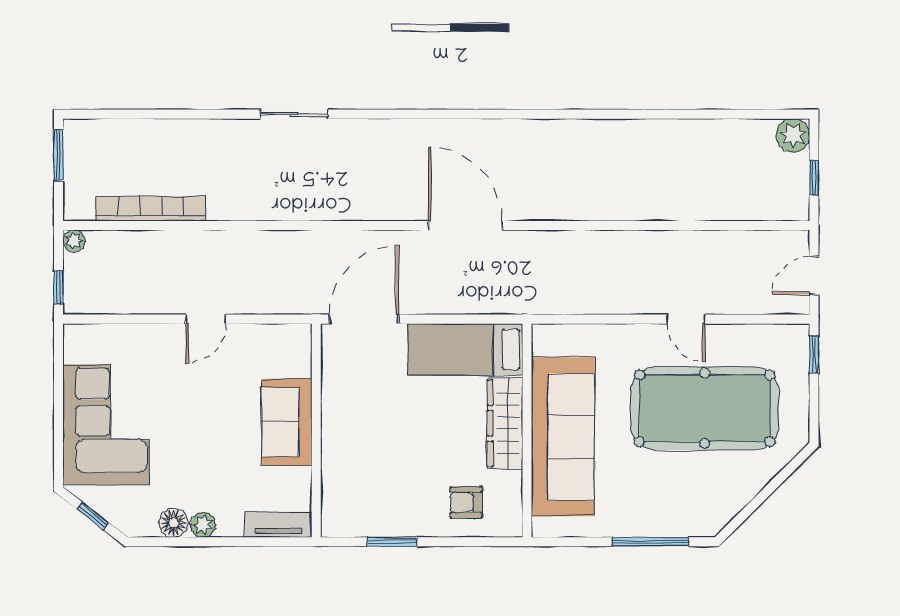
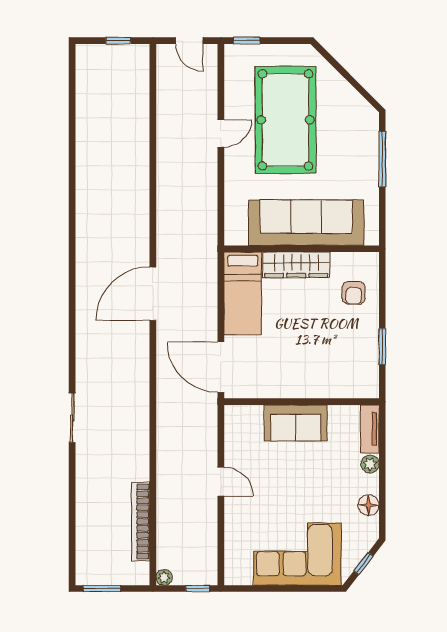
plant: (793, 135) -> (88, 56), removed
plant: (203, 525) -> (370, 464), moved

